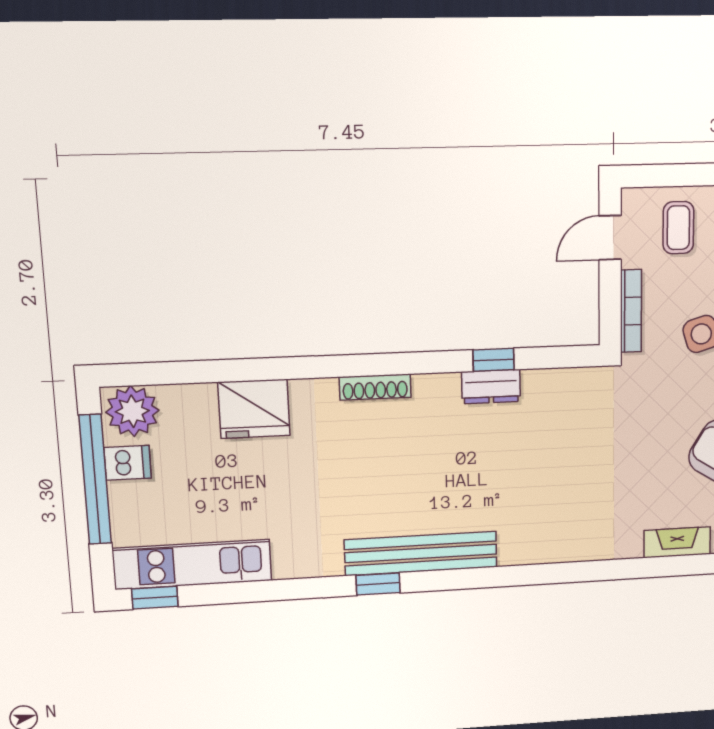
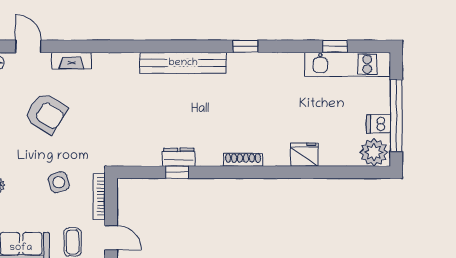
door: (610, 238) -> (111, 238), hinge flipped
fridge: (254, 409) -> (304, 155), width x0.73, depth x0.75
bench: (421, 553) -> (183, 63), moved
window: (155, 598) -> (335, 46), moved

